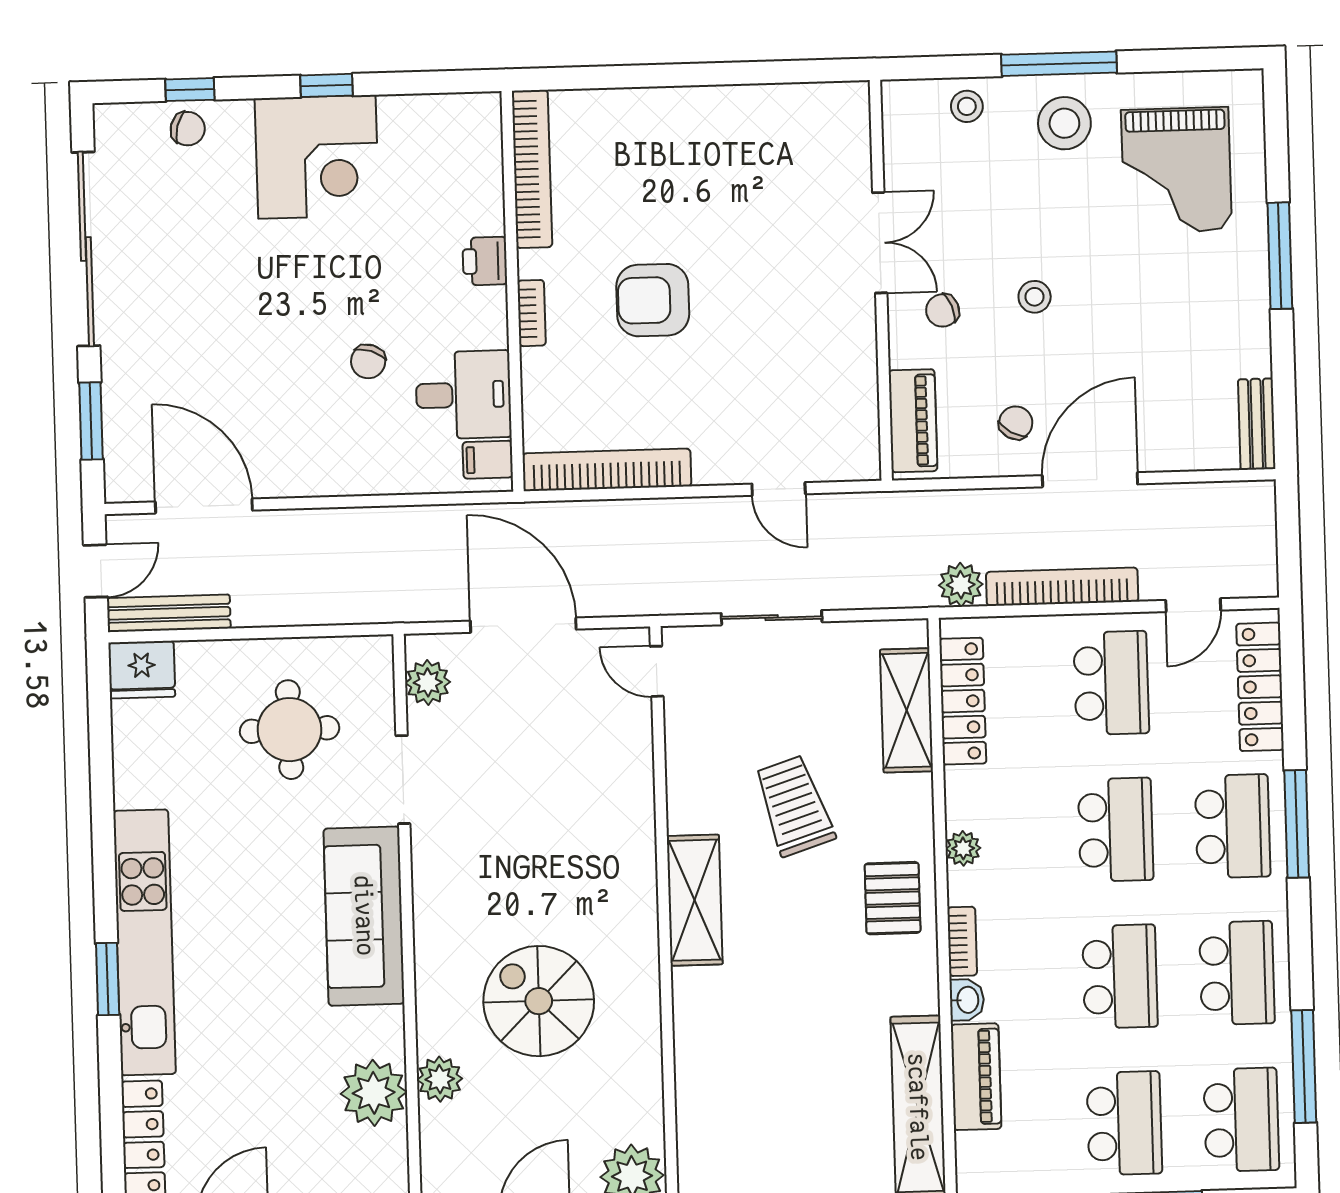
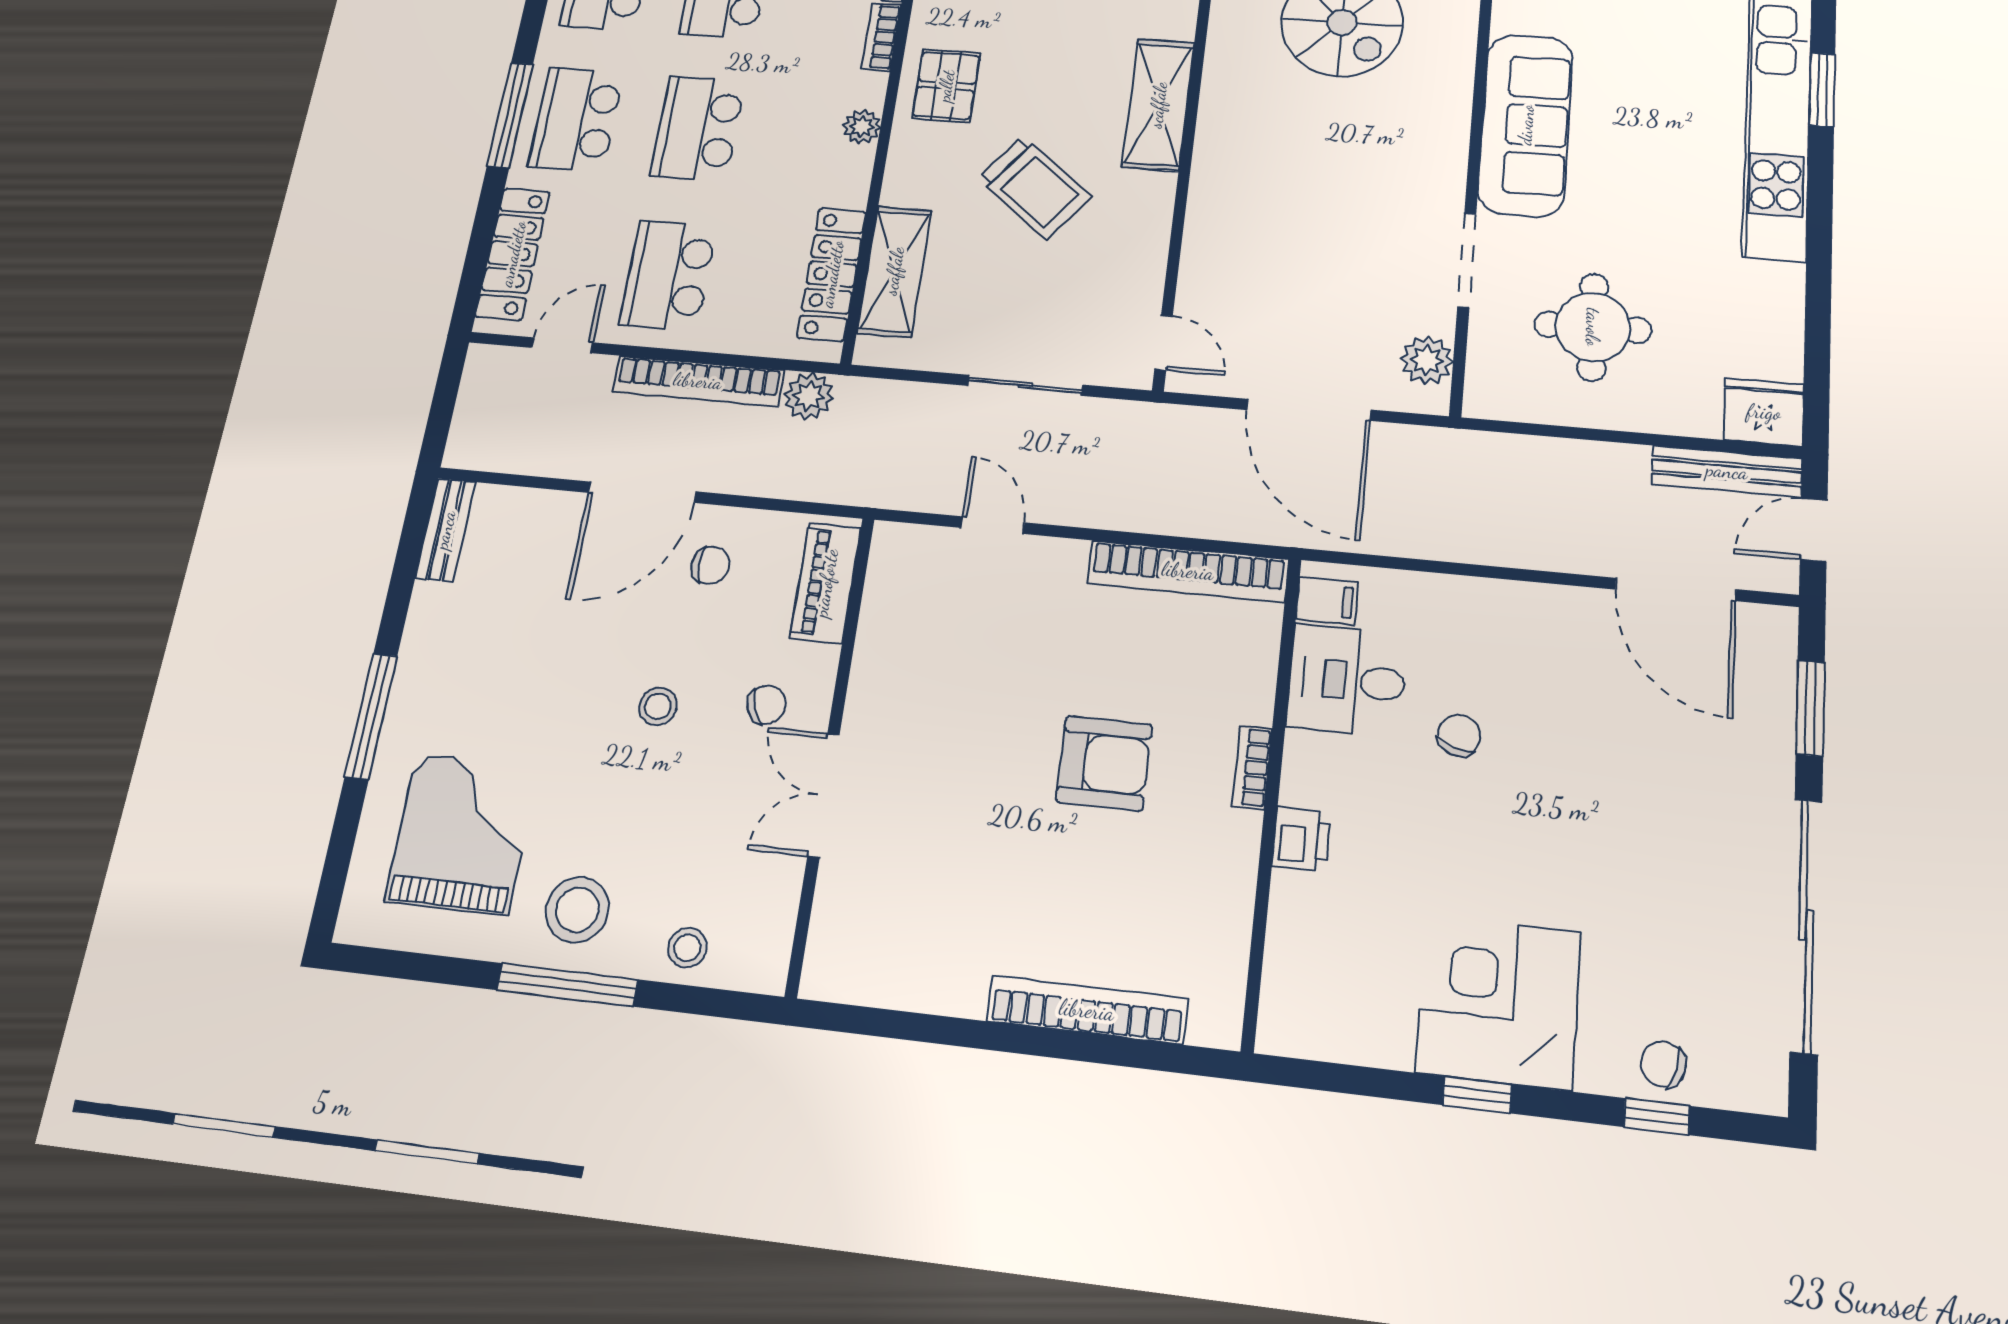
bookcase: (532, 169) -> (1087, 1010), moved, turned 90
chair: (1016, 423) -> (710, 565), turned -120
trolley: (794, 806) -> (1035, 187), turned -34

